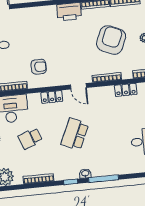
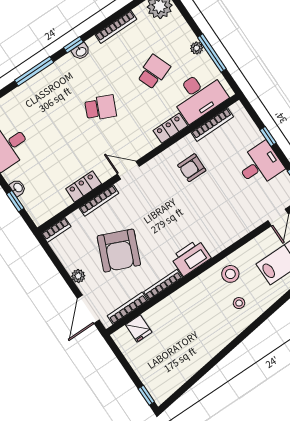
locker: (126, 90) -> (84, 186), moved
locker: (52, 97) -> (170, 128), moved
school desk: (75, 134) -> (101, 108), width x0.54
washbasin: (85, 174) -> (81, 52), moved

